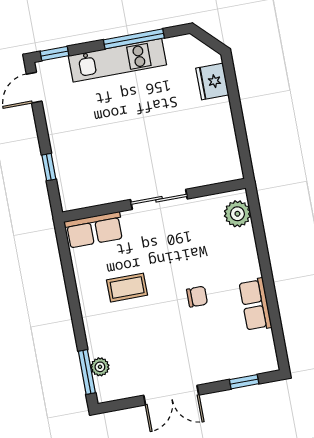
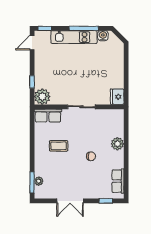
water cooler: (176, 46) -> (103, 36), added
fridge: (212, 81) -> (117, 97), moved
plant: (75, 193) -> (42, 97), added
plant: (237, 214) -> (117, 144), moved
row of seats: (255, 305) -> (118, 181), moved

